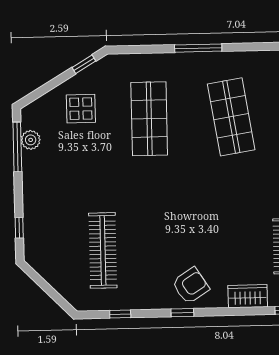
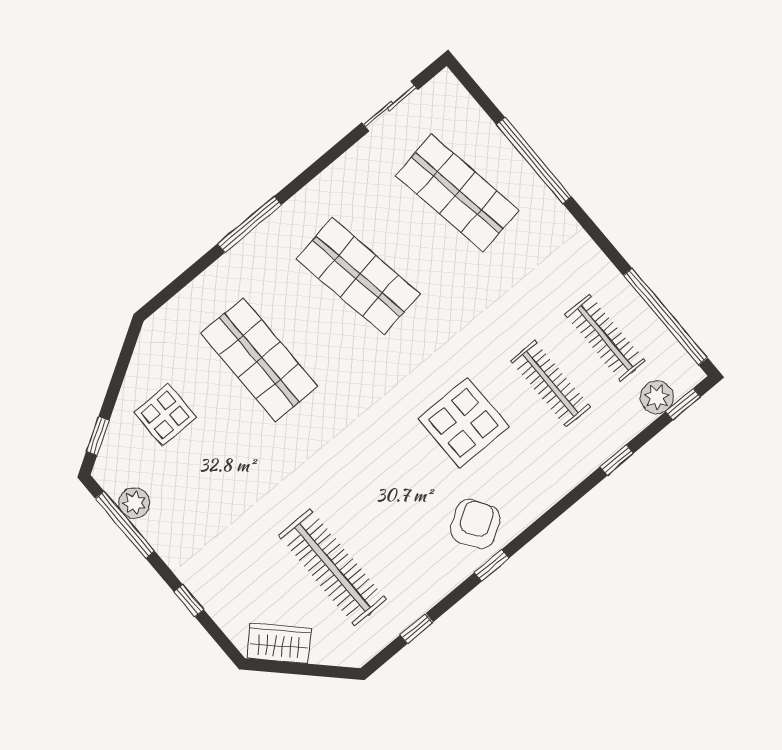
window: (84, 64) -> (98, 436), moved
window: (19, 228) -> (189, 601), moved
display table: (225, 231) -> (464, 423), added
wardrobe: (248, 296) -> (279, 643), moved, turned 45

